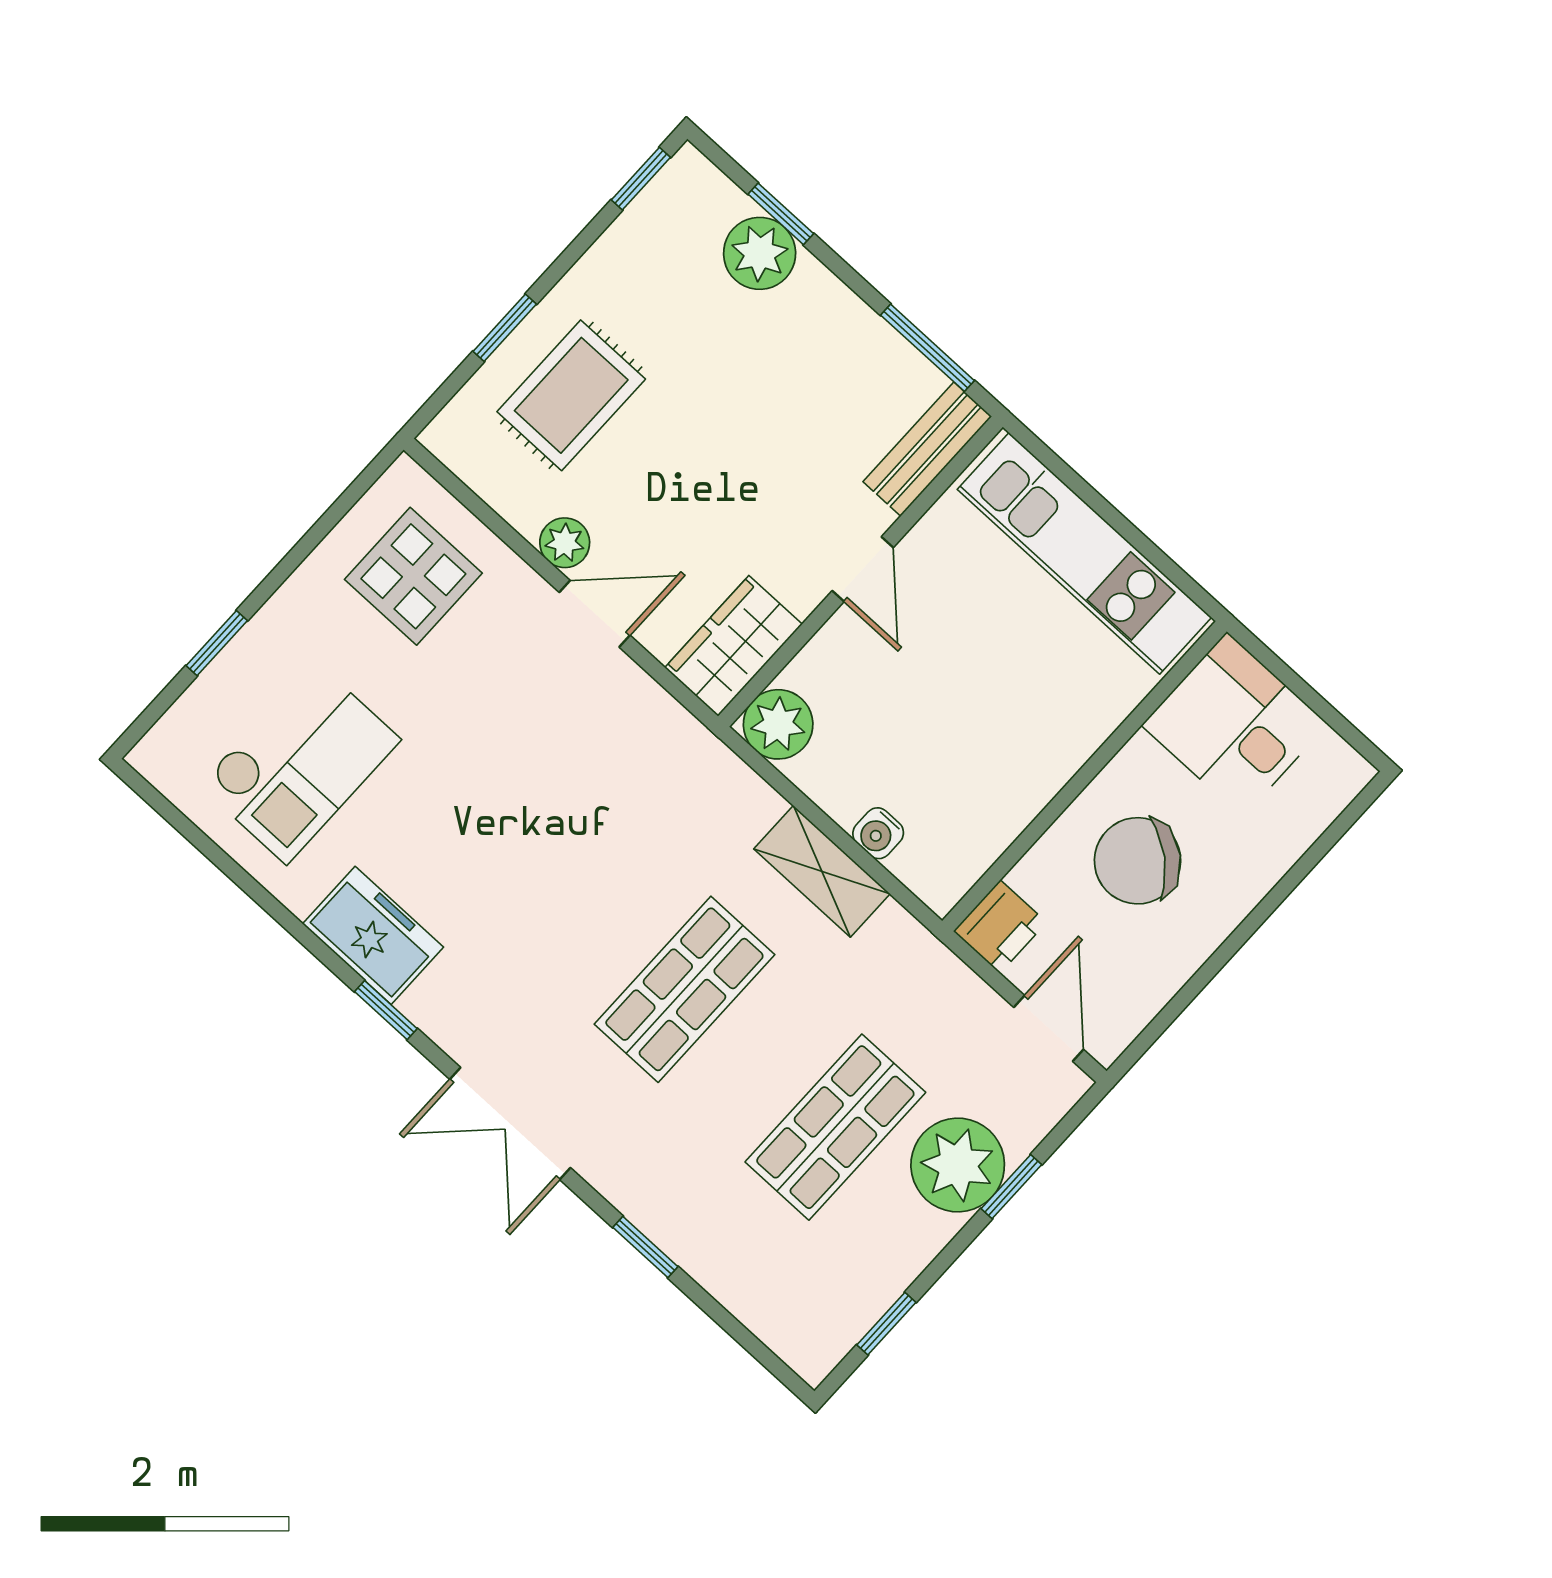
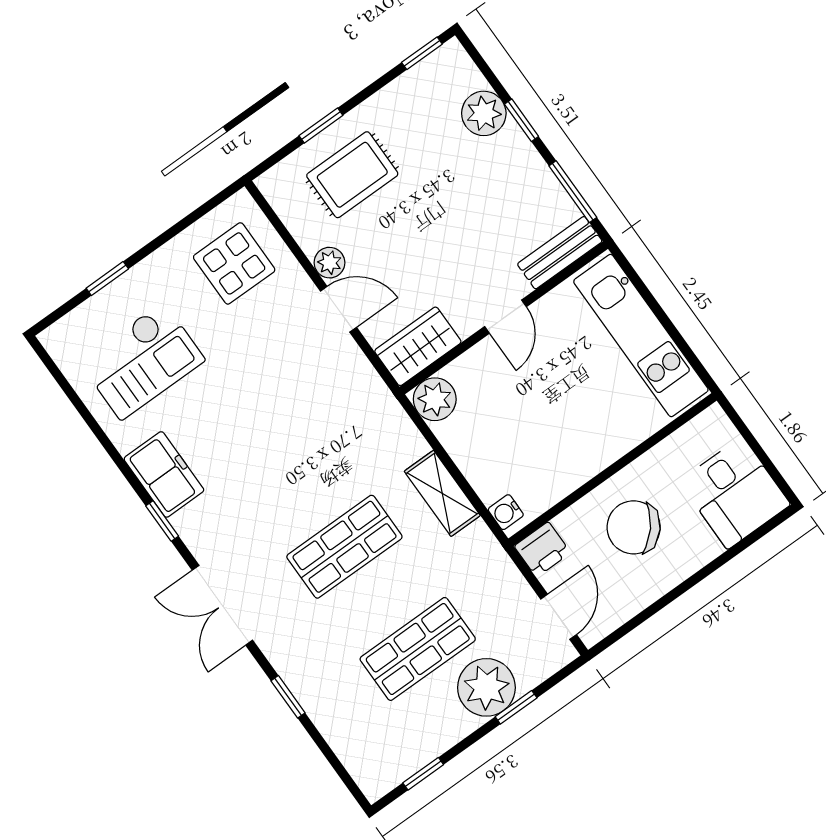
window: (781, 214) -> (522, 120), moved
desk: (1235, 725) -> (735, 493), moved, turned 180
water cooler: (878, 833) -> (506, 512), moved

